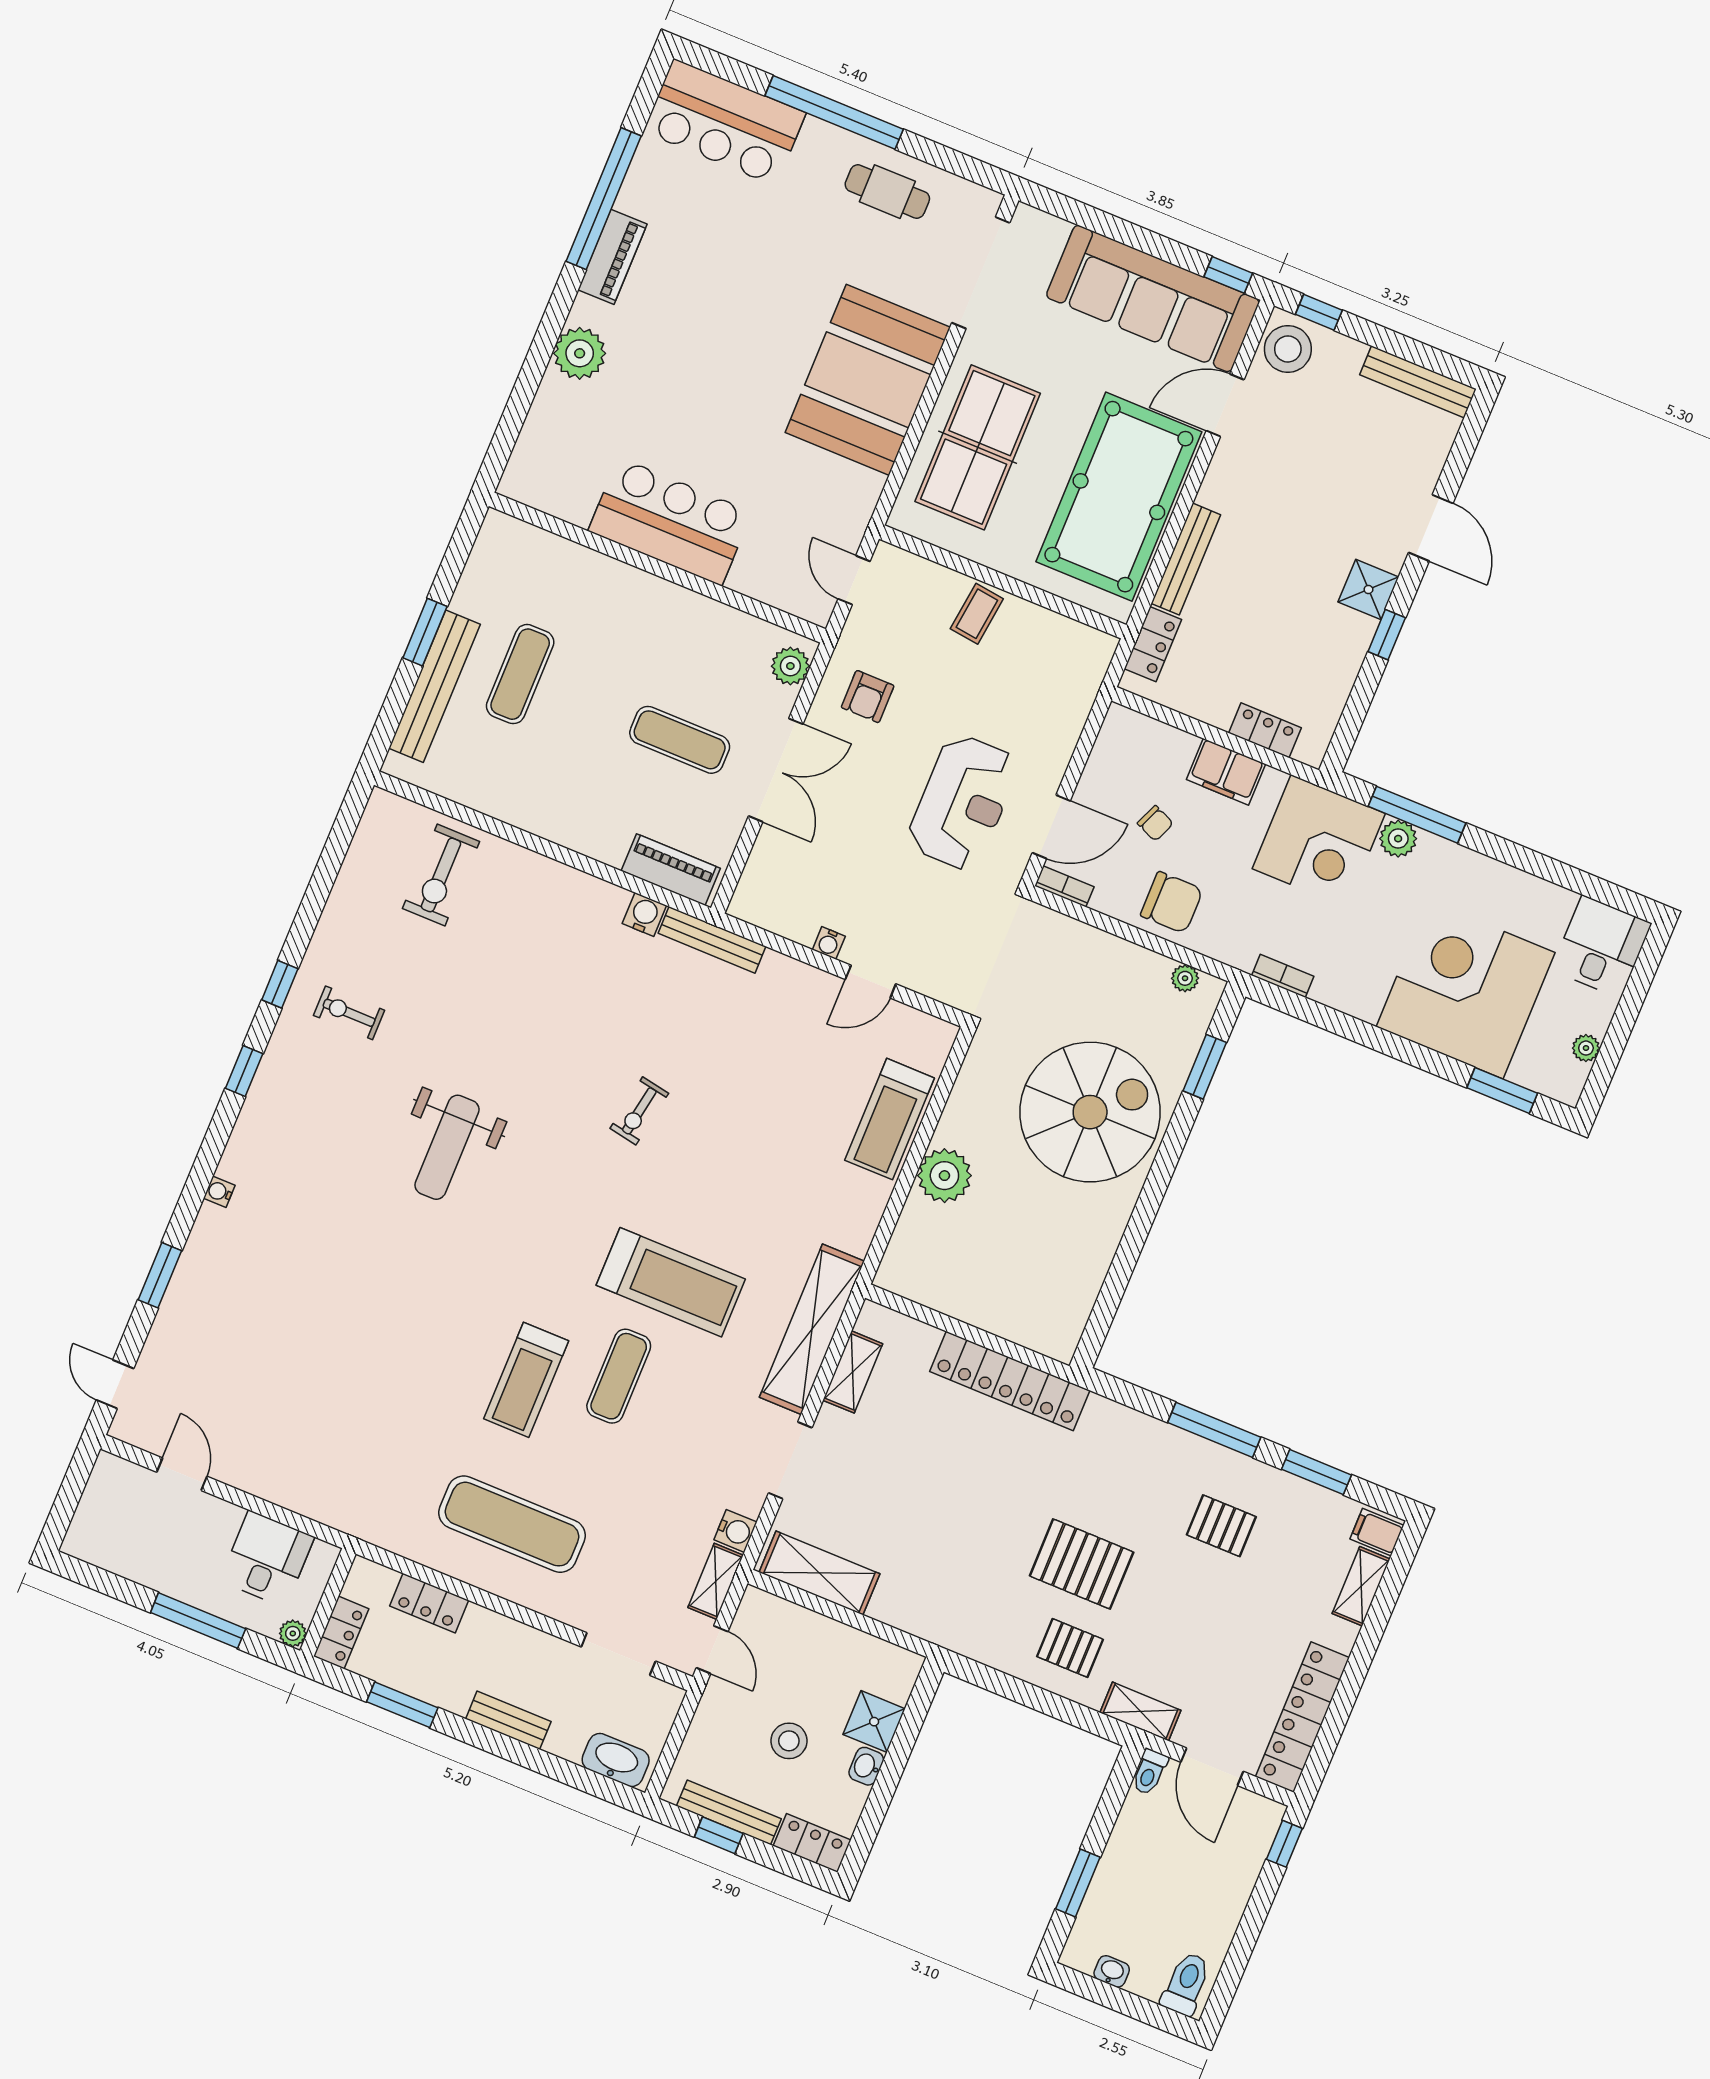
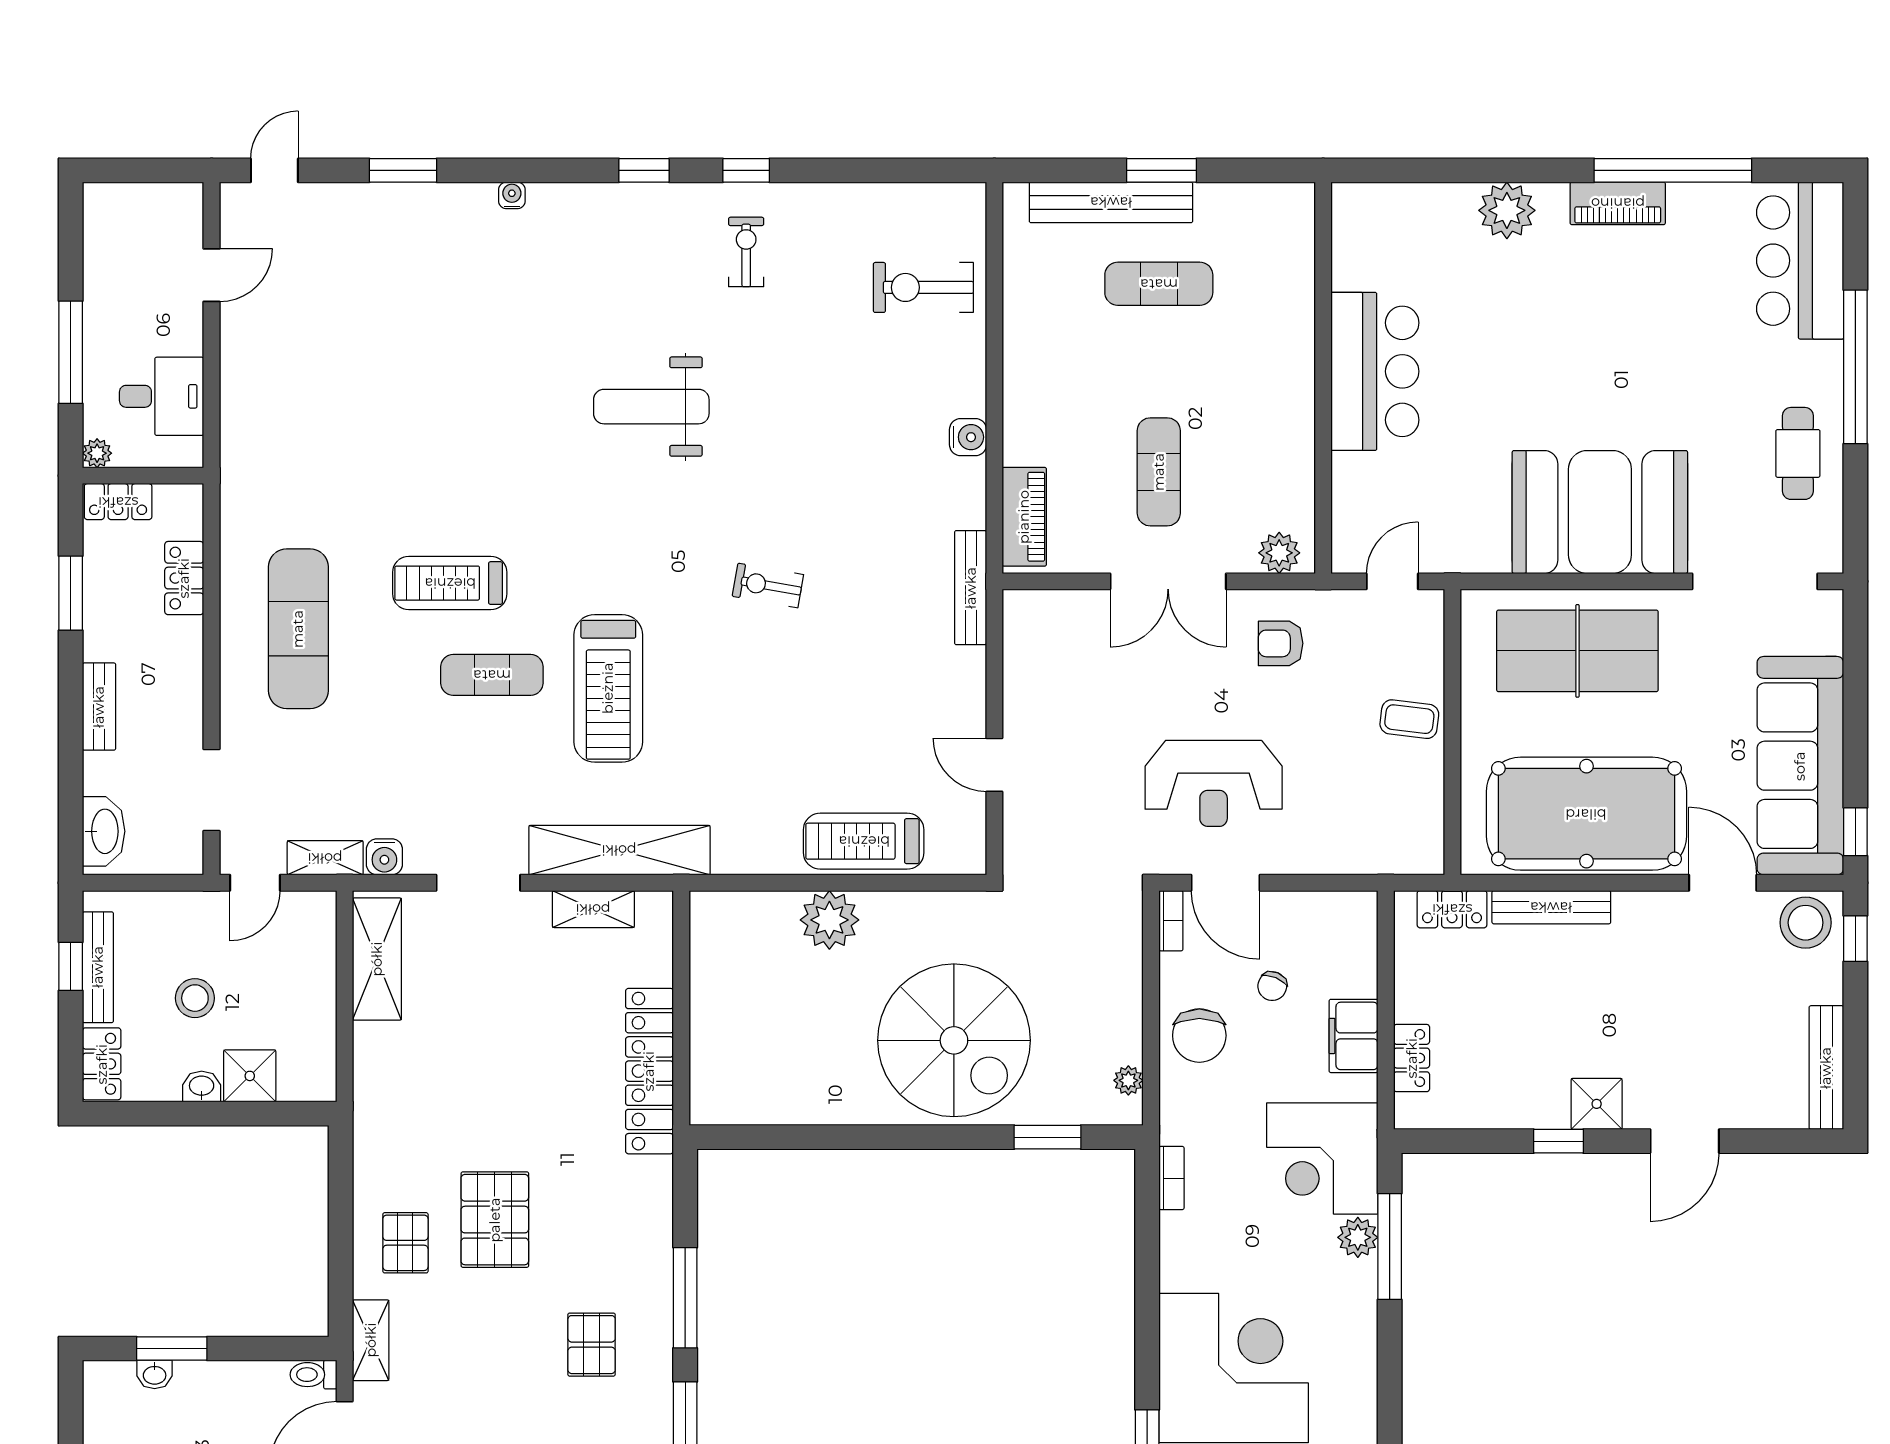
water cooler: (644, 914) -> (968, 437), moved
water cooler: (829, 943) -> (1016, 707), removed
washbasin: (1112, 1971) -> (155, 1374), moved, turned 90

